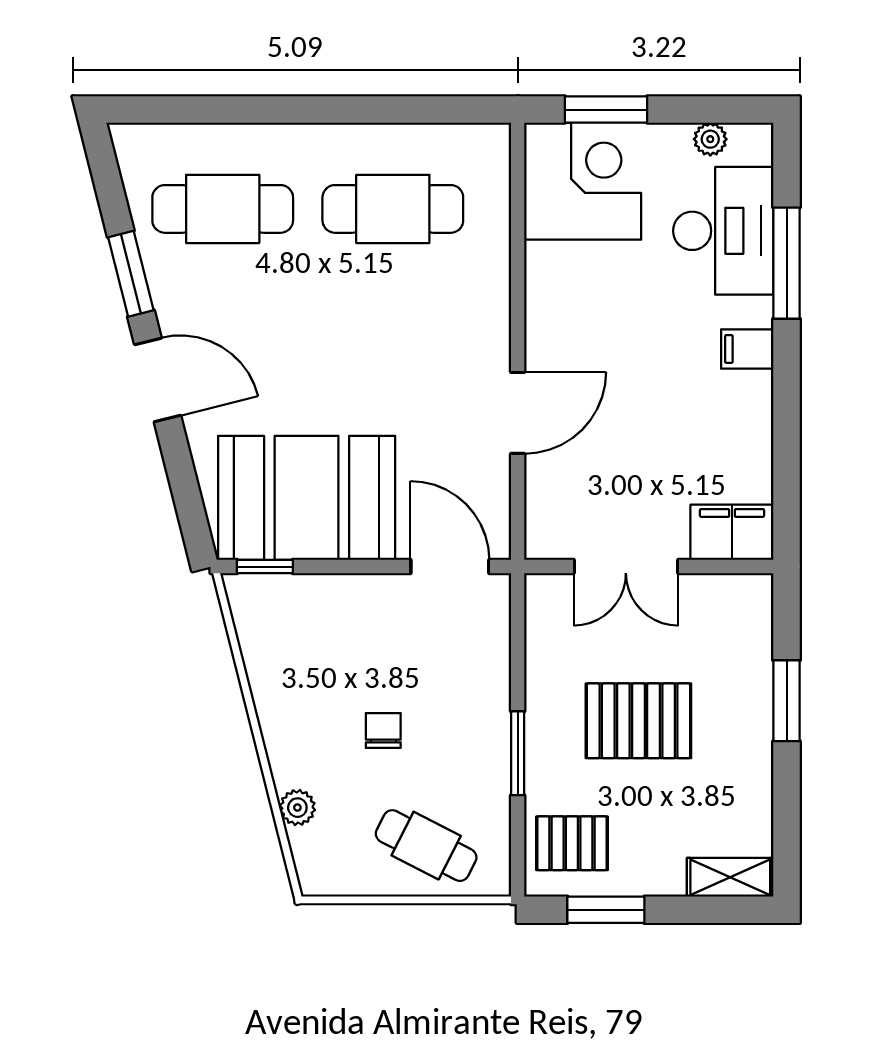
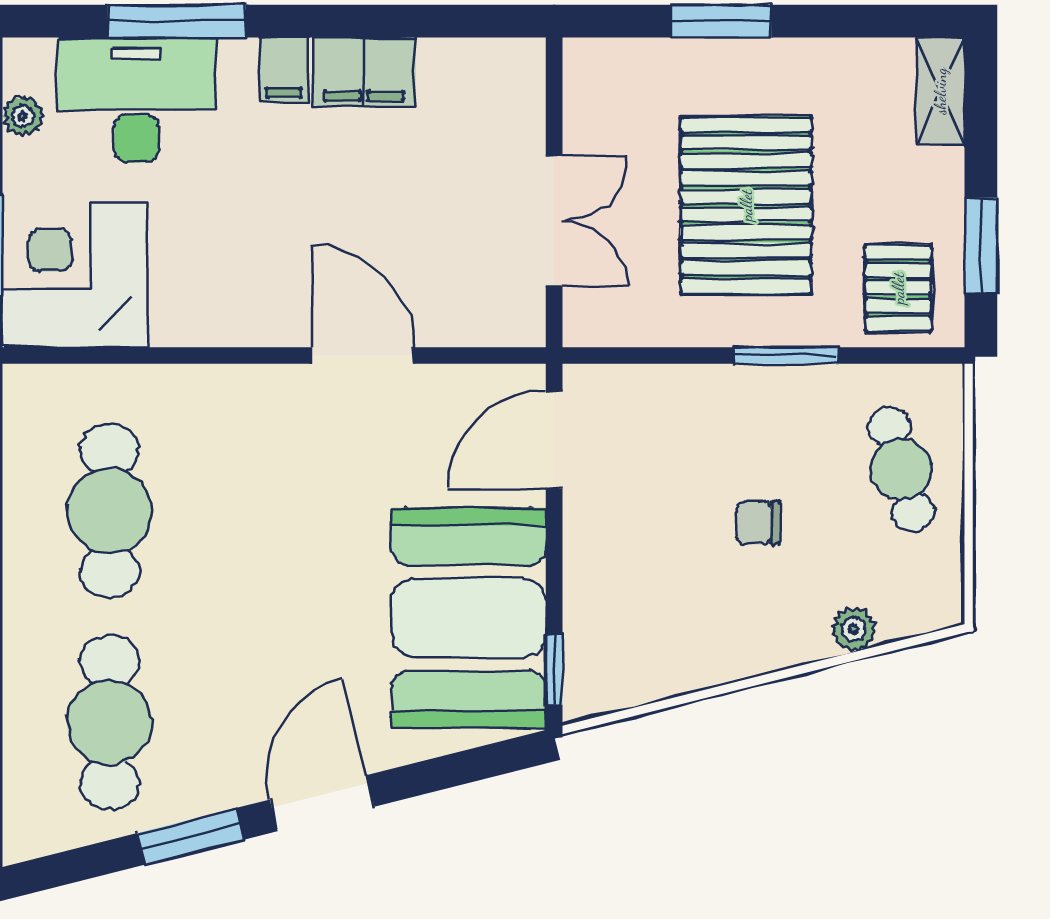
filing cabinet: (732, 532) -> (364, 72), moved, turned -90
pallet: (638, 721) -> (746, 205), width x1.37, depth x1.41
cafe table: (426, 846) -> (901, 469), turned -43

